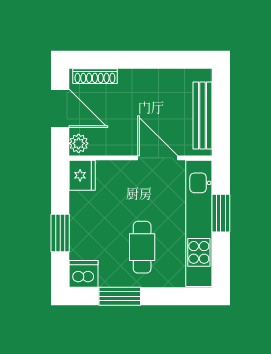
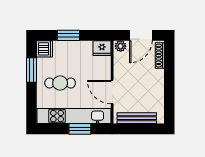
door: (158, 158) -> (112, 92), swing flipped

